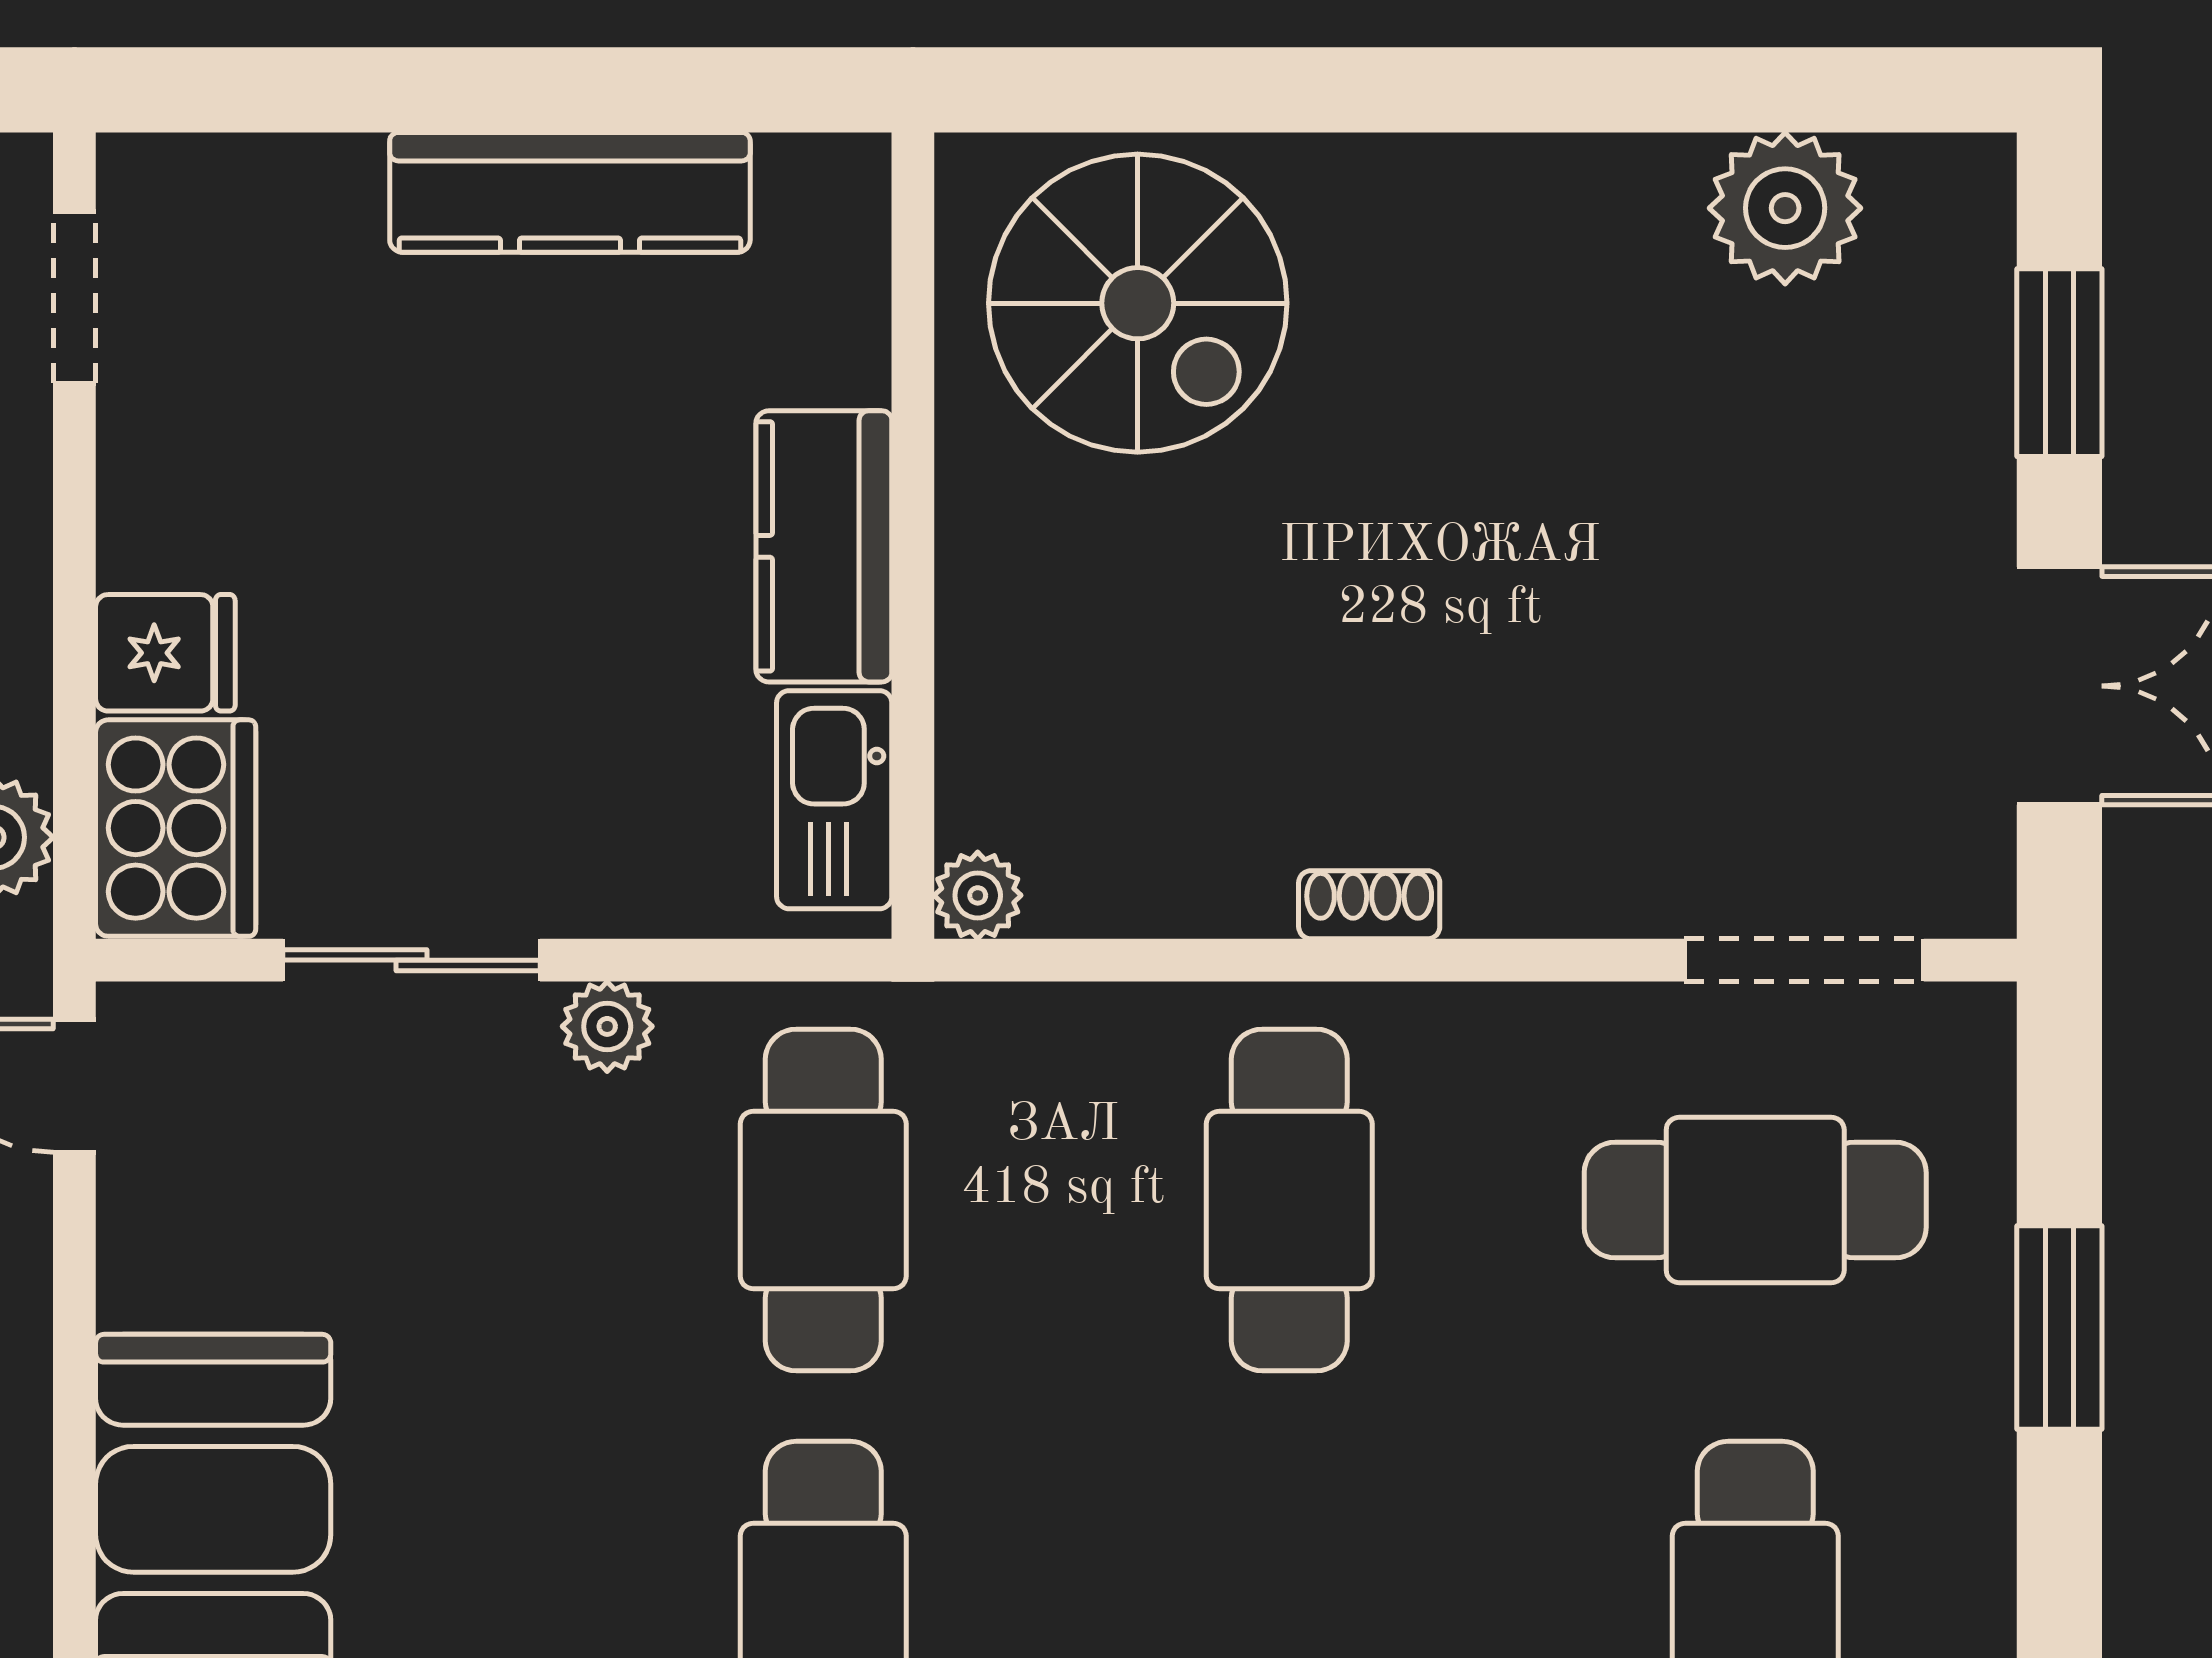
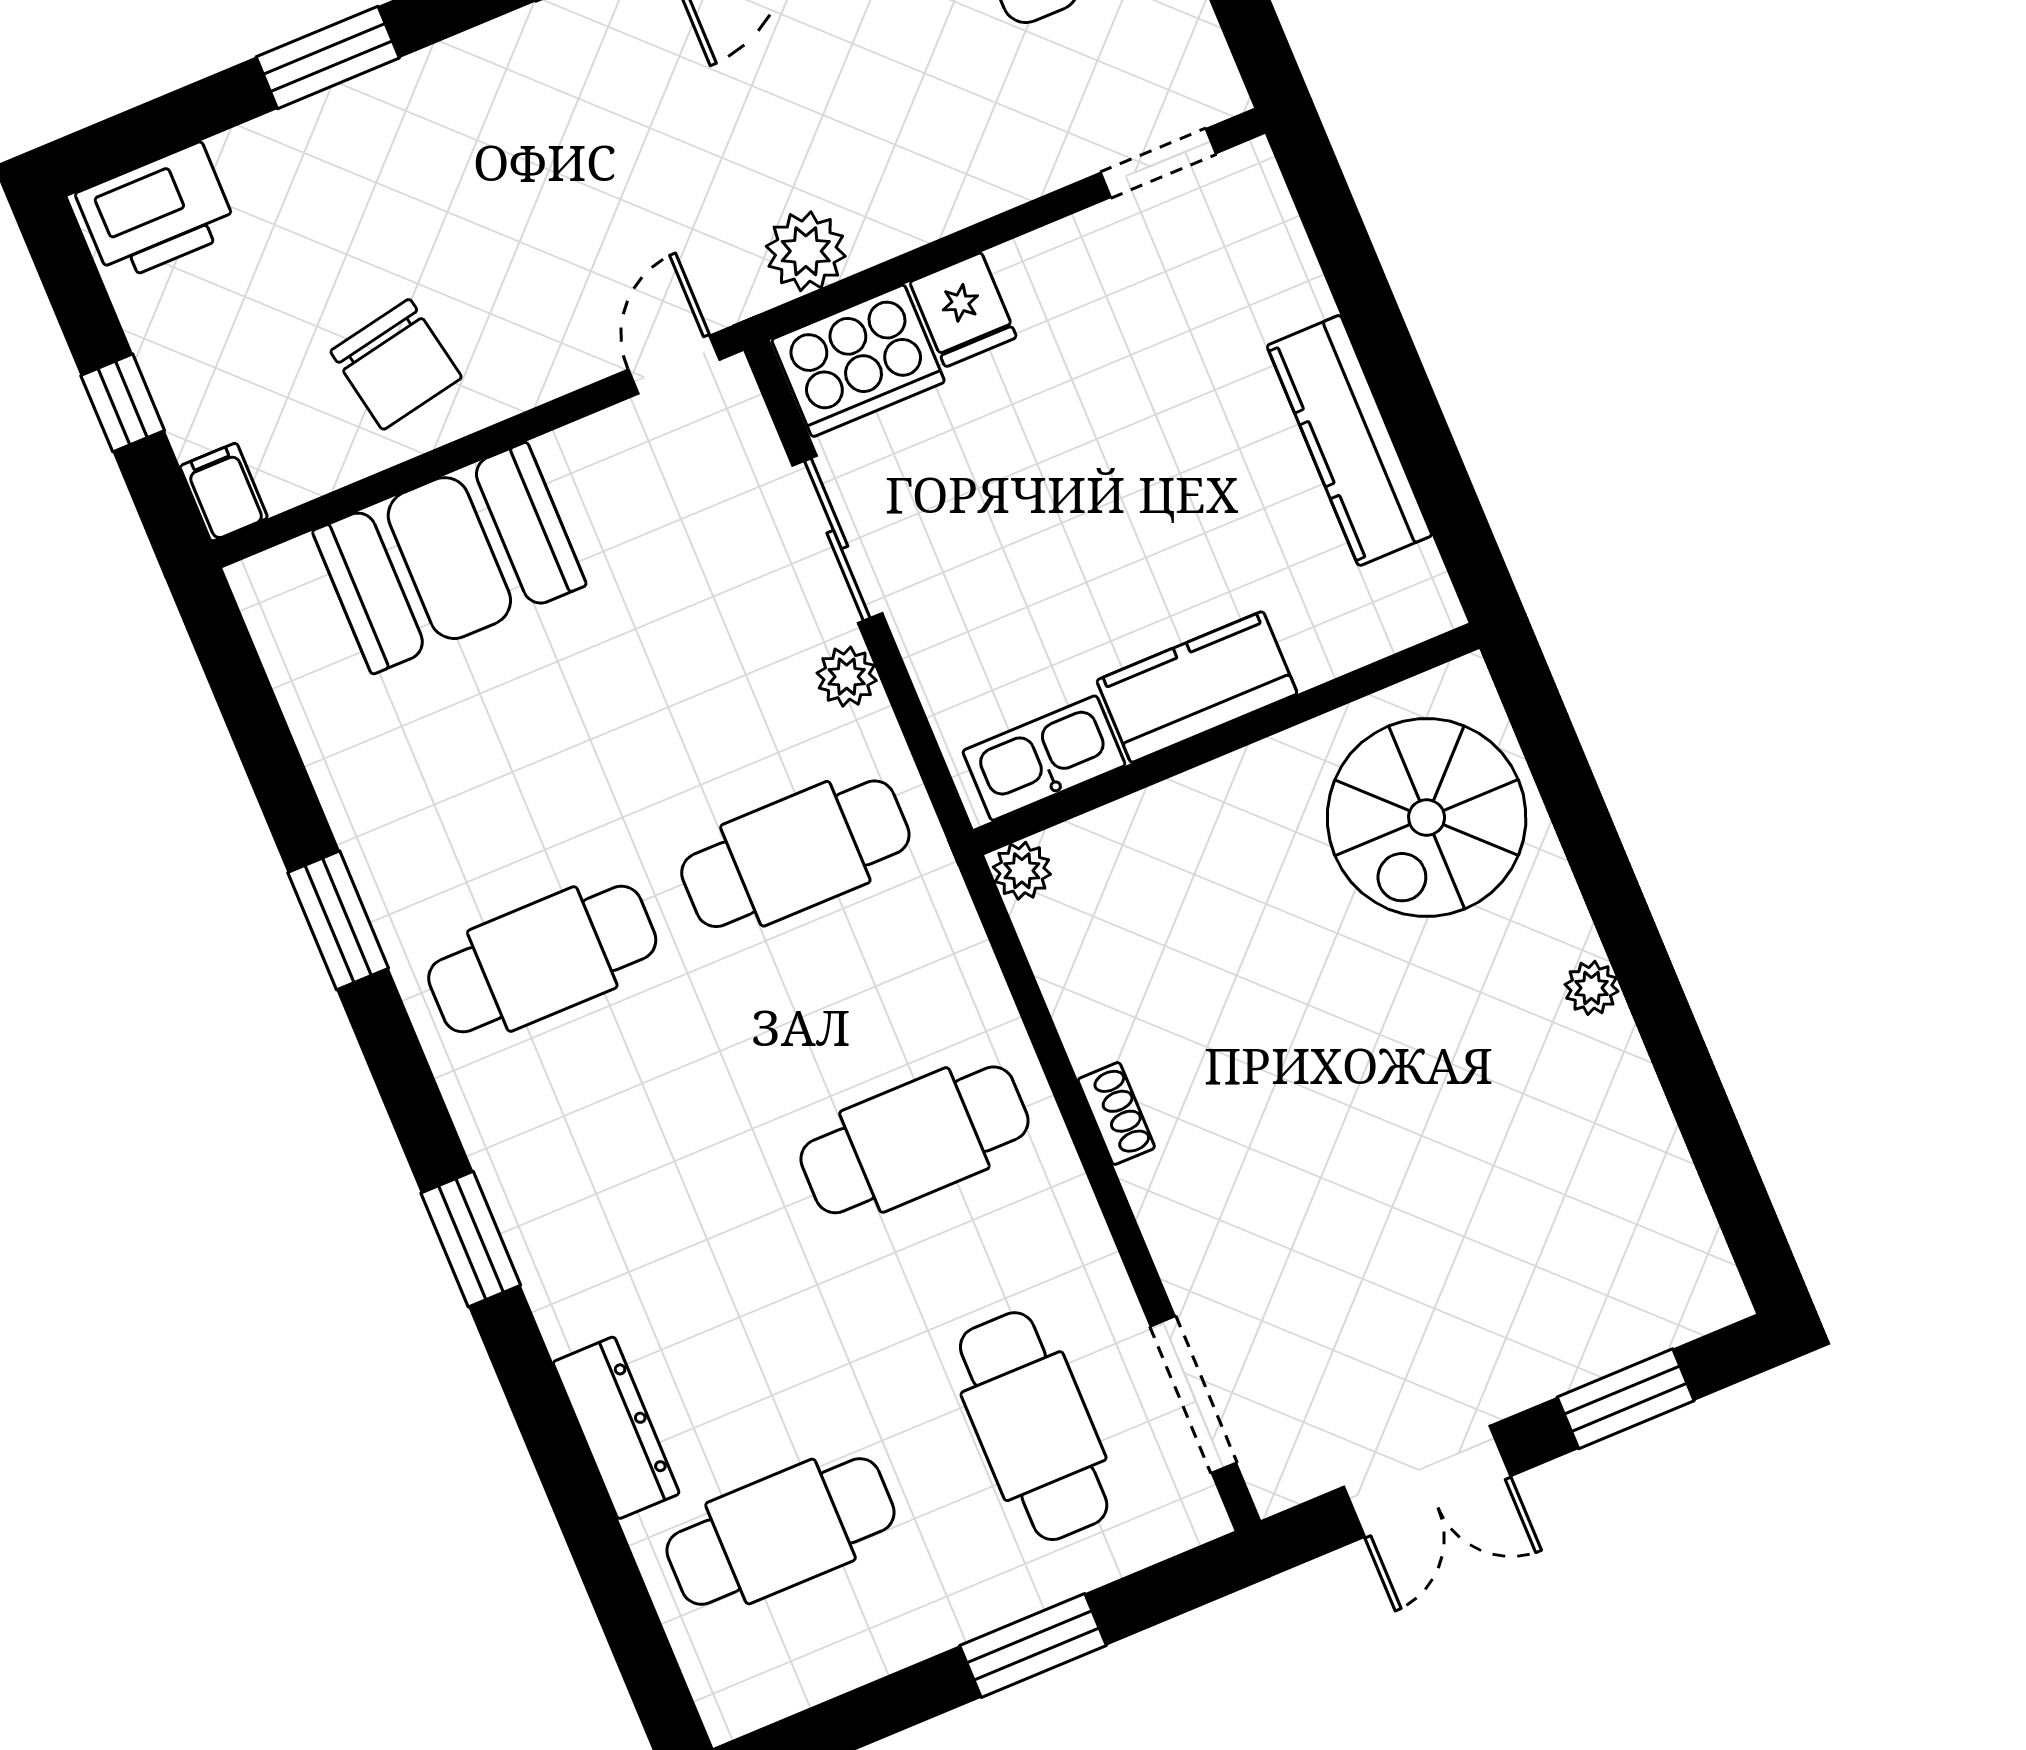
plant: (1785, 208) -> (1591, 988), moved, width x0.53, depth x0.53

